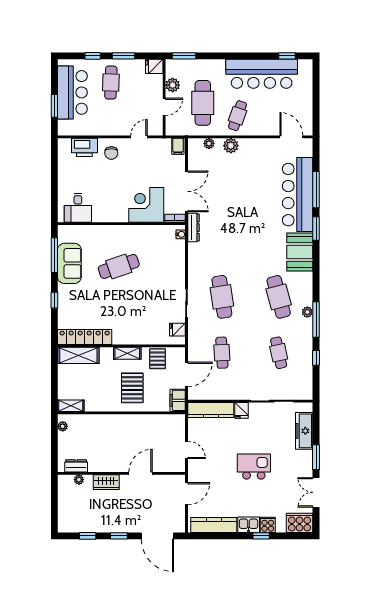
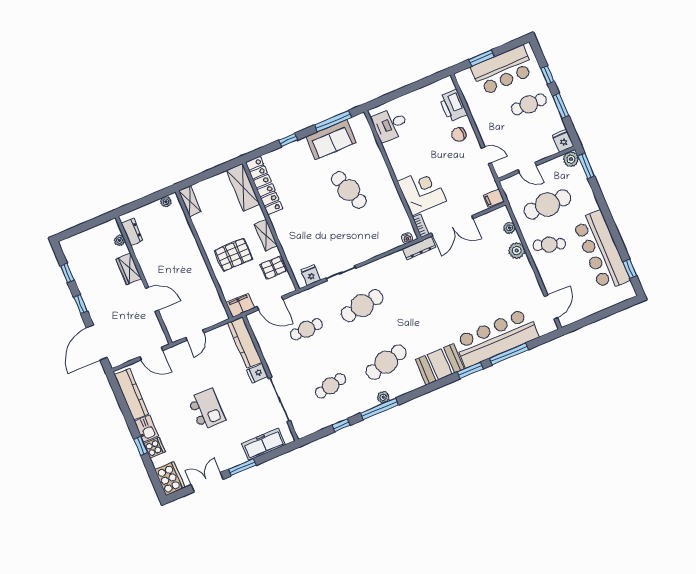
plant: (173, 85) -> (571, 159), moved

